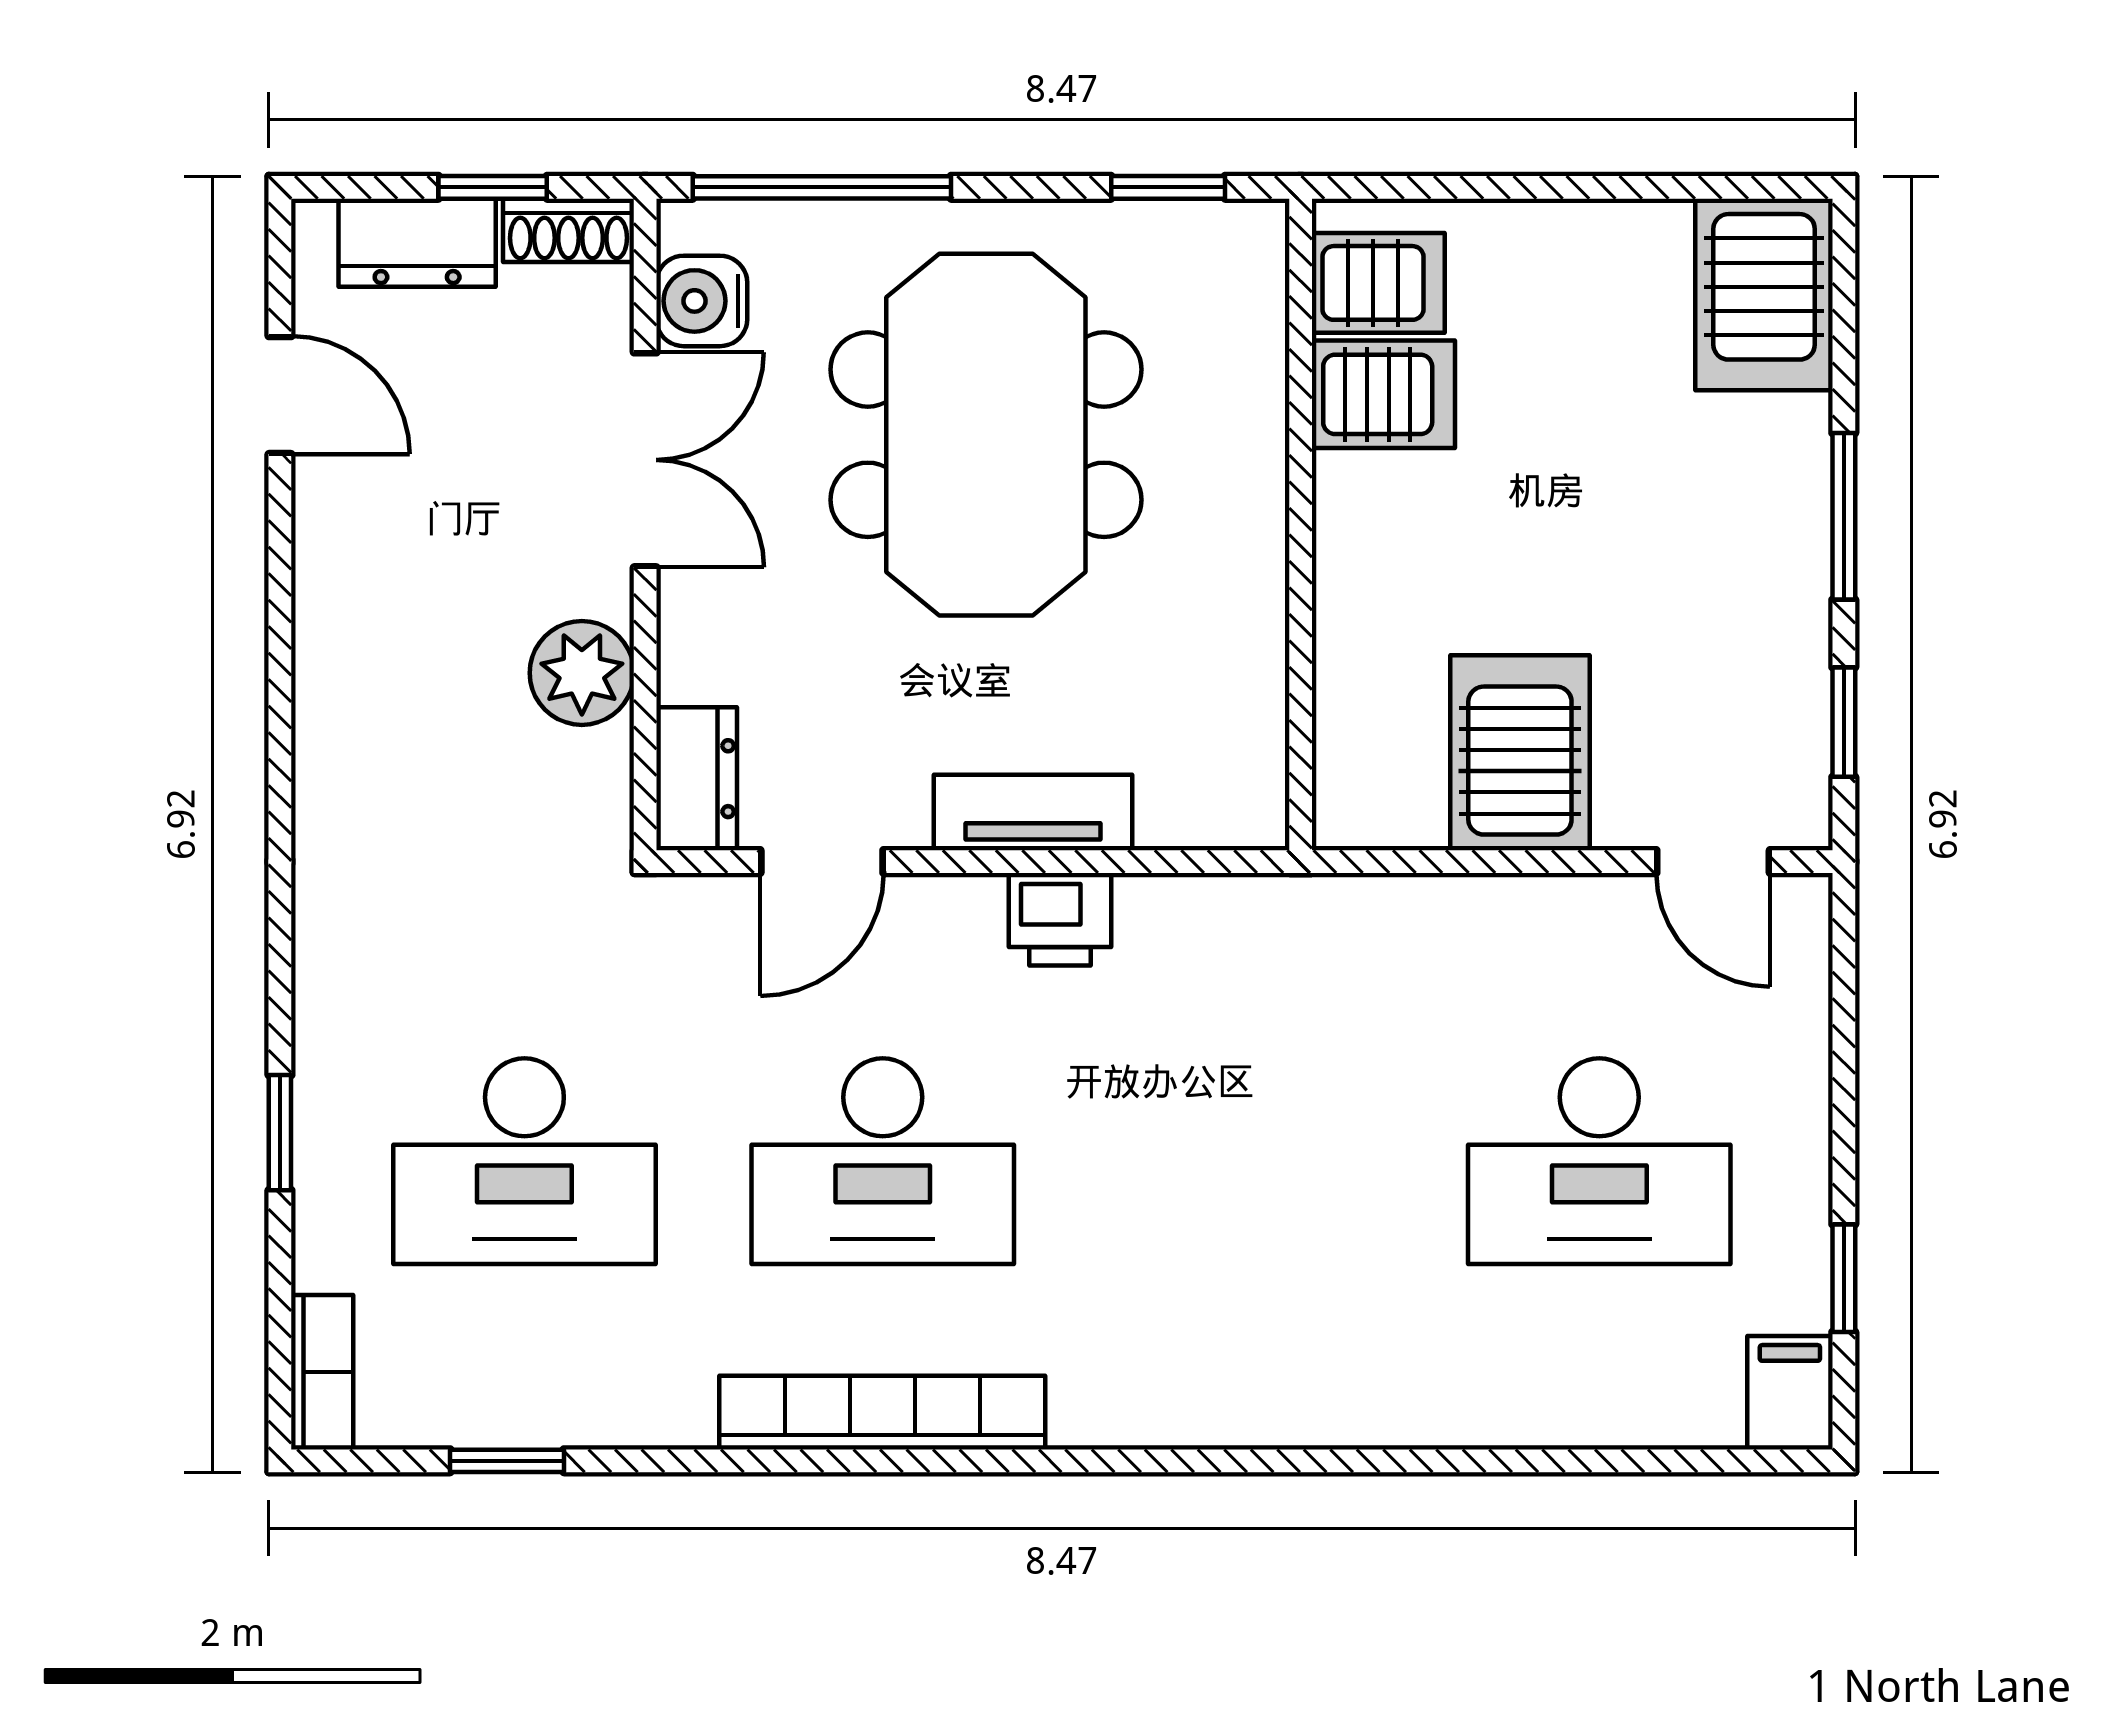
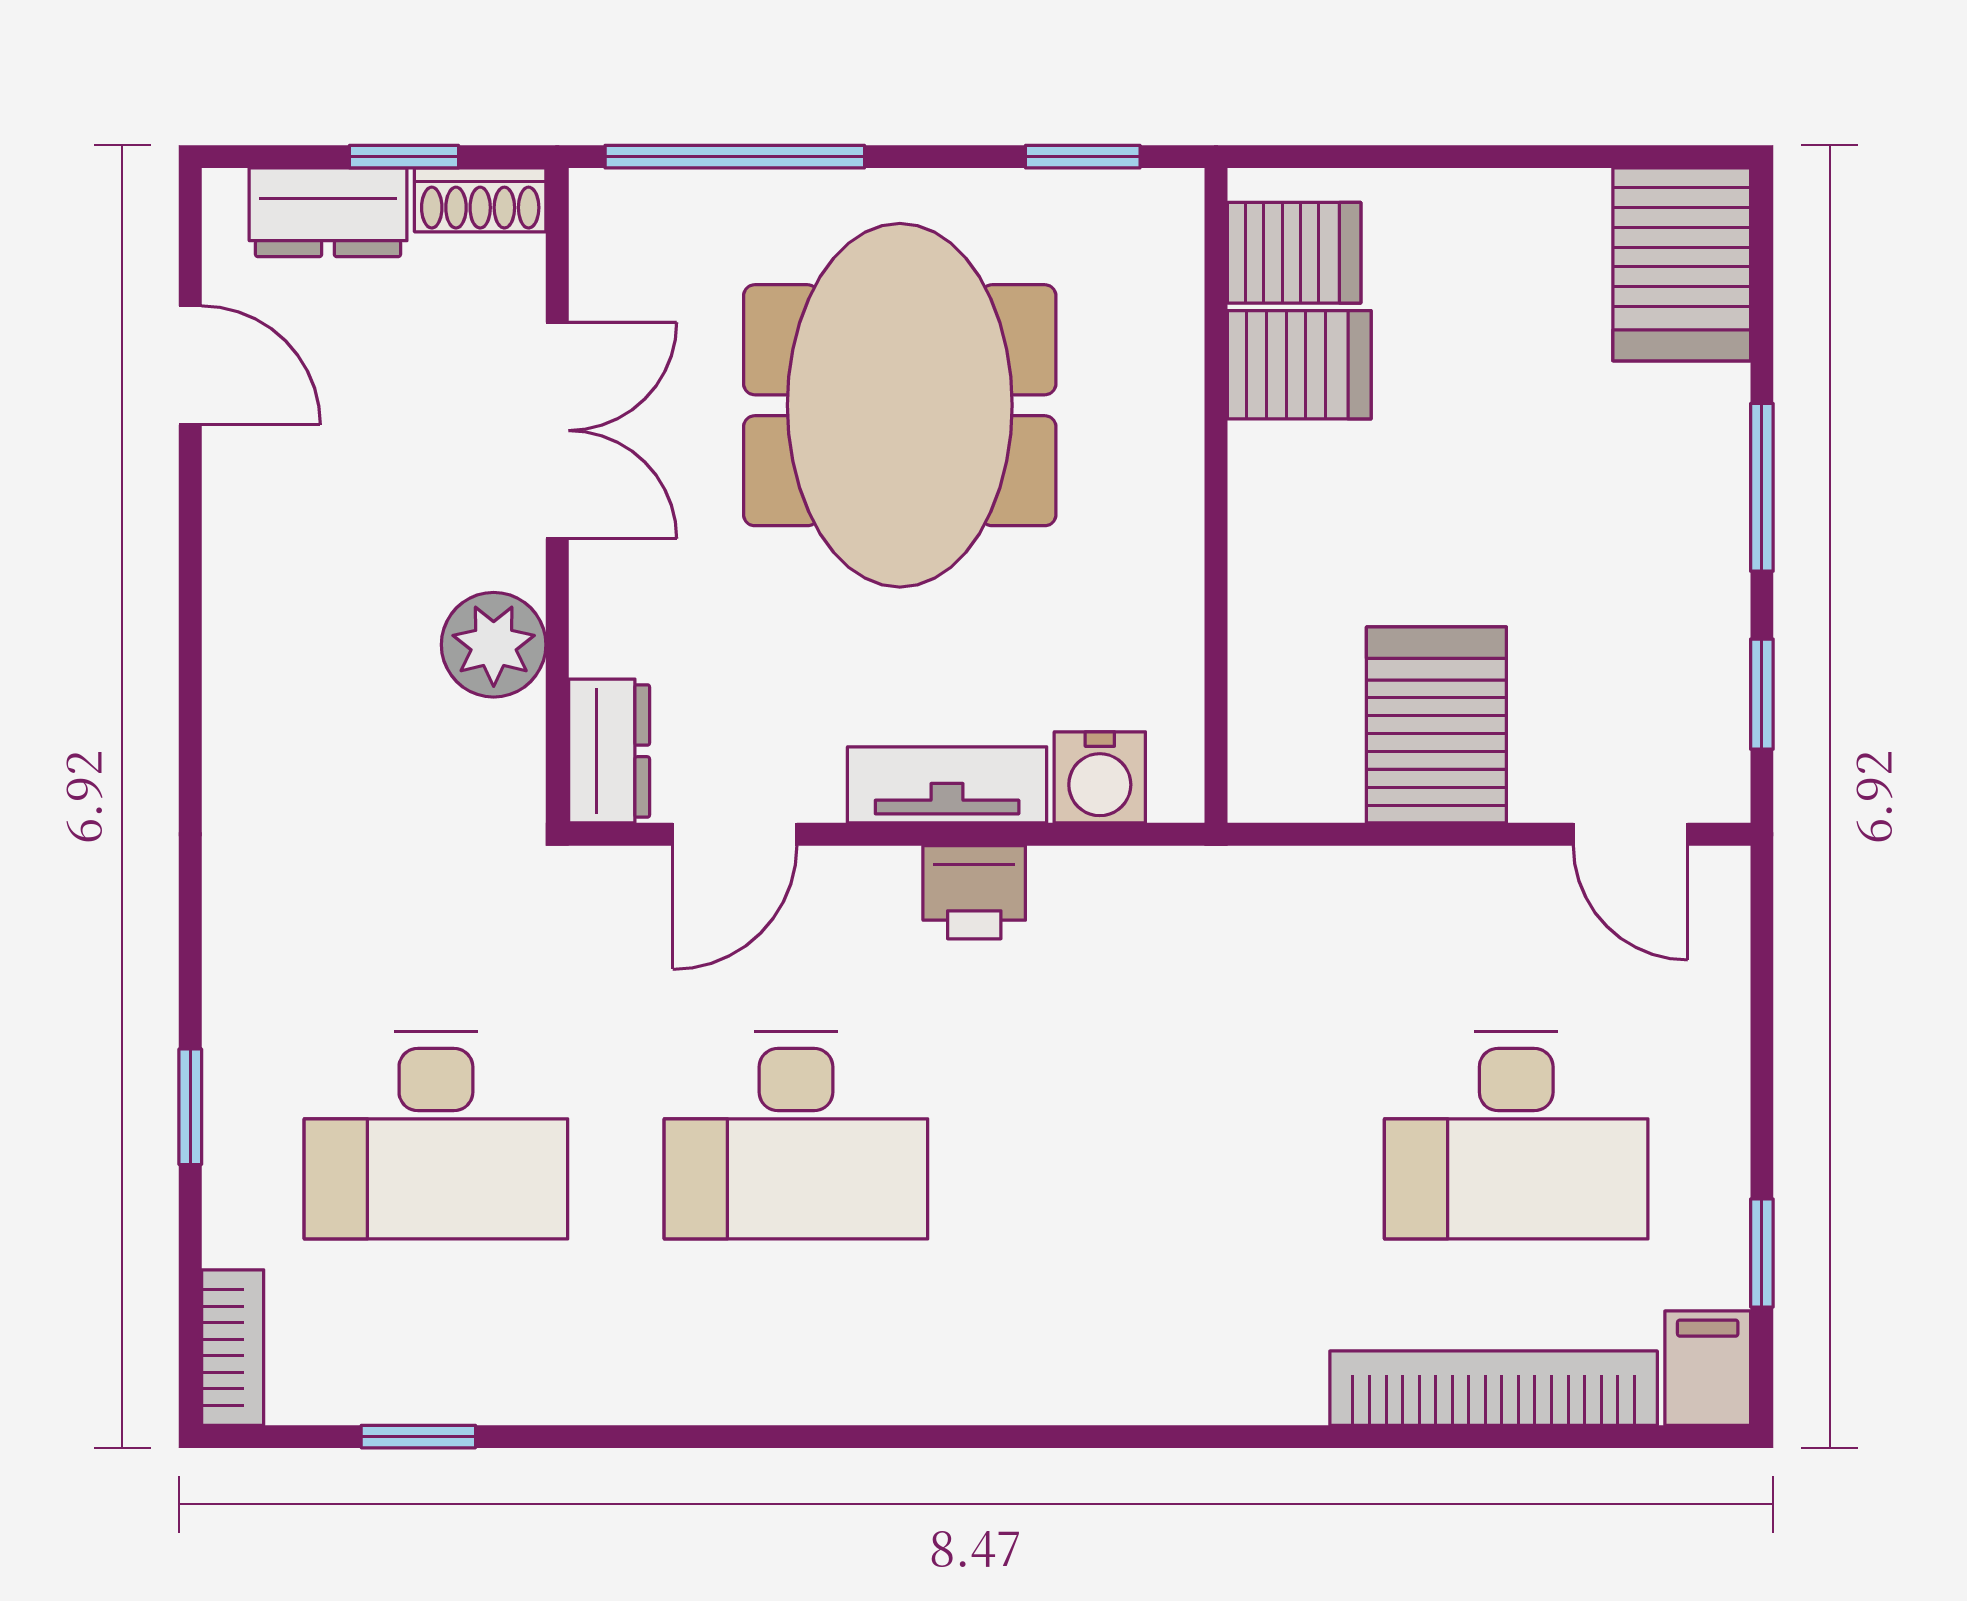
water cooler: (702, 301) -> (1100, 777), moved, turned -90
bookcase: (882, 1413) -> (1494, 1388), moved

